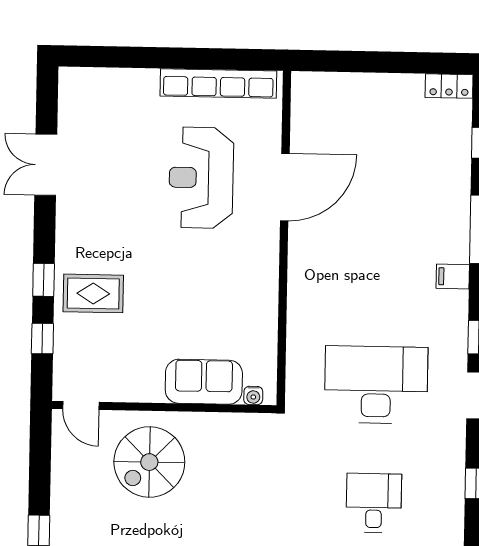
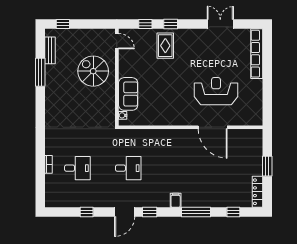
window: (377, 62) -> (267, 166), added
row of seats: (218, 83) -> (257, 54), moved
locker: (449, 86) -> (258, 192), width x1.53
desk: (376, 385) -> (128, 168), width x0.53, depth x0.77
door: (81, 406) -> (117, 41), swing flipped

